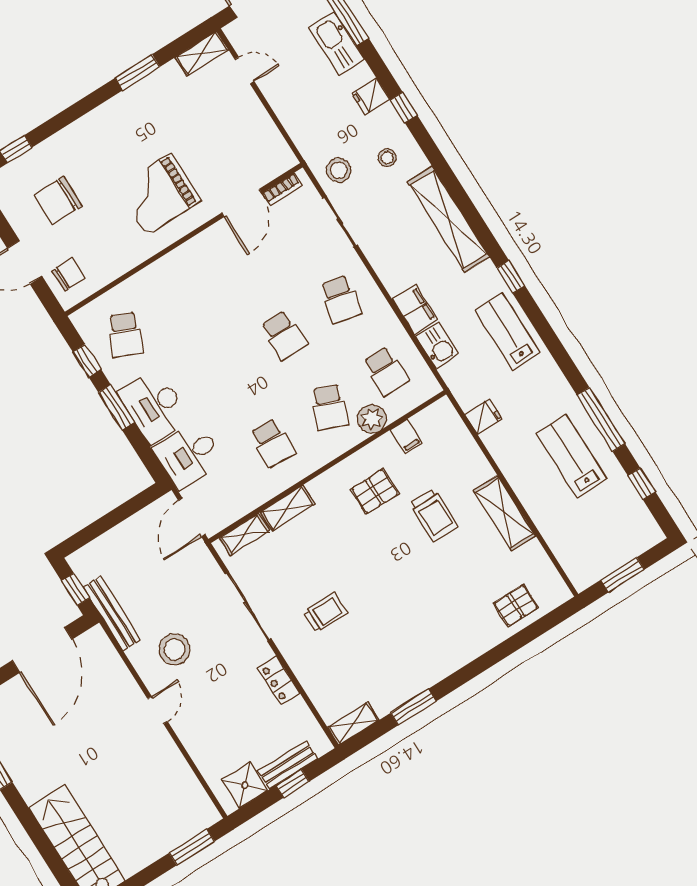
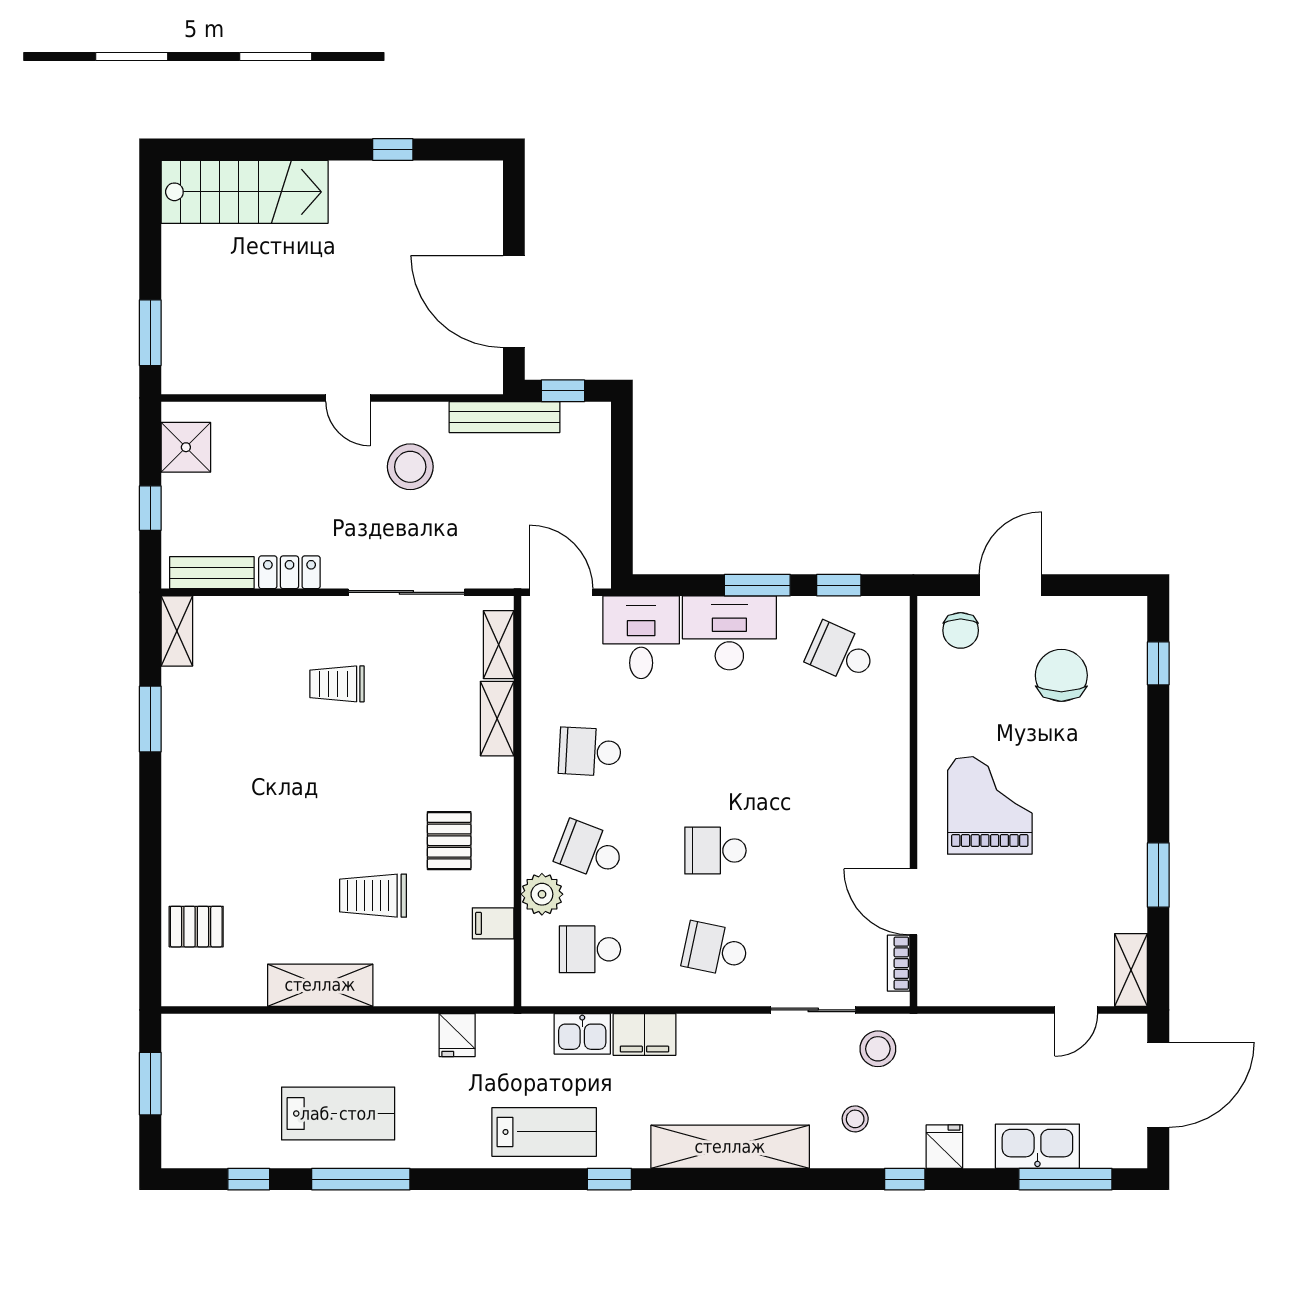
pallet: (516, 605) -> (196, 927), turned 90
trolley: (326, 613) -> (337, 684), turned 90
bench: (288, 765) -> (212, 573), moved, turned 90

